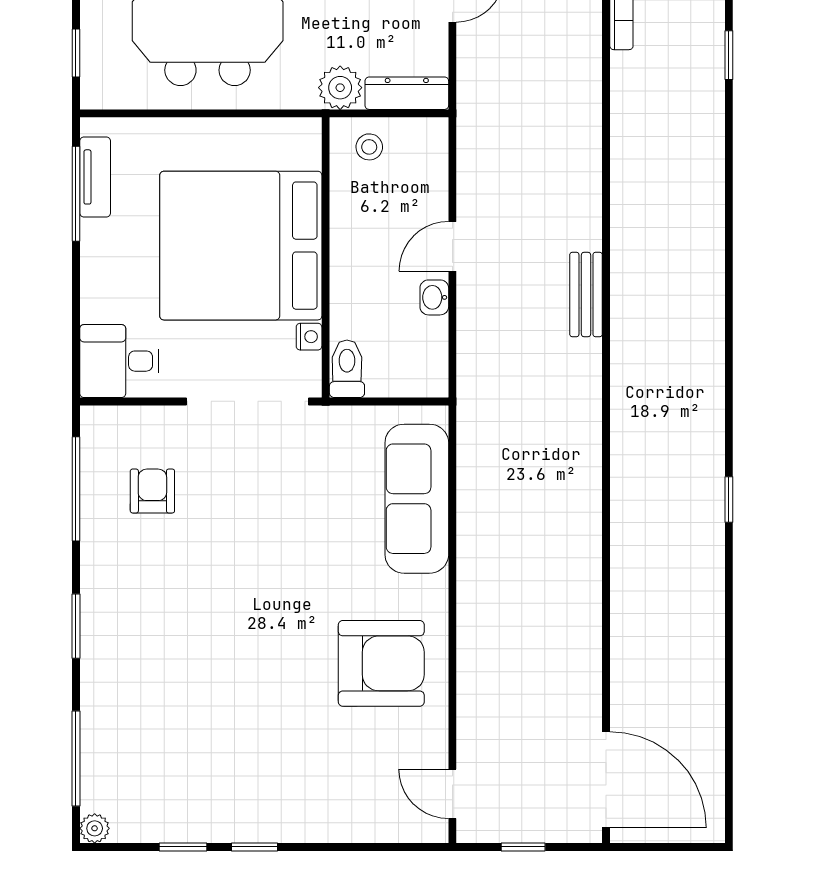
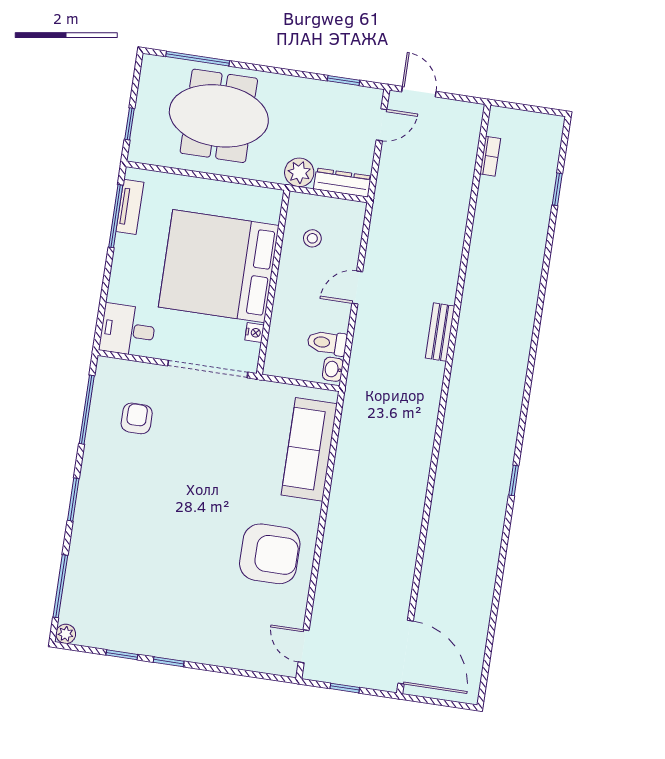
stool: (369, 147) -> (312, 238), moved
washbasin: (434, 297) -> (333, 369), moved
toilet: (347, 369) -> (327, 343), moved, turned -90

